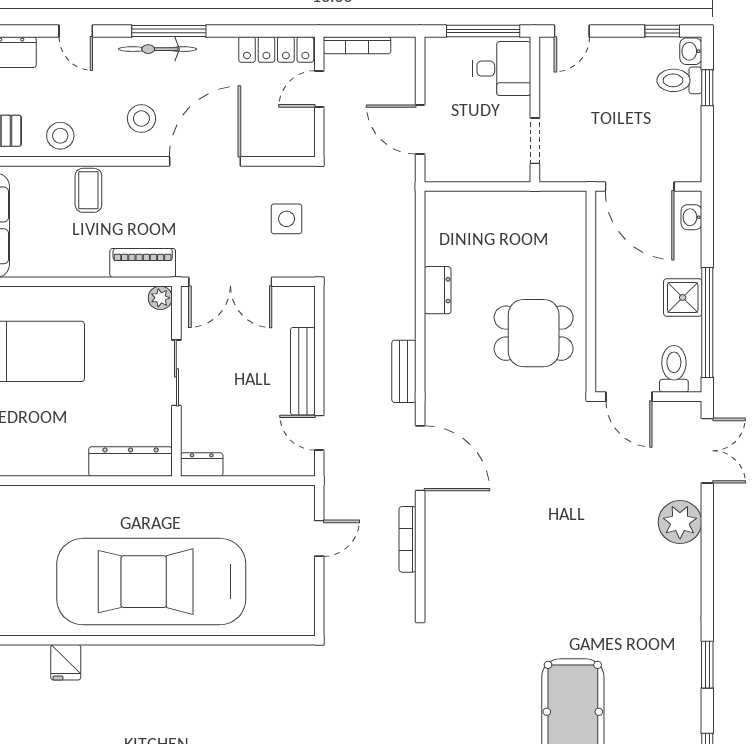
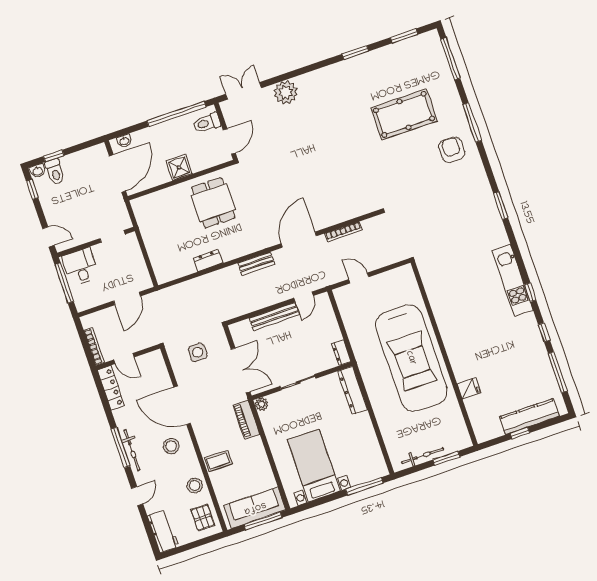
shower: (683, 297) -> (179, 167), moved

